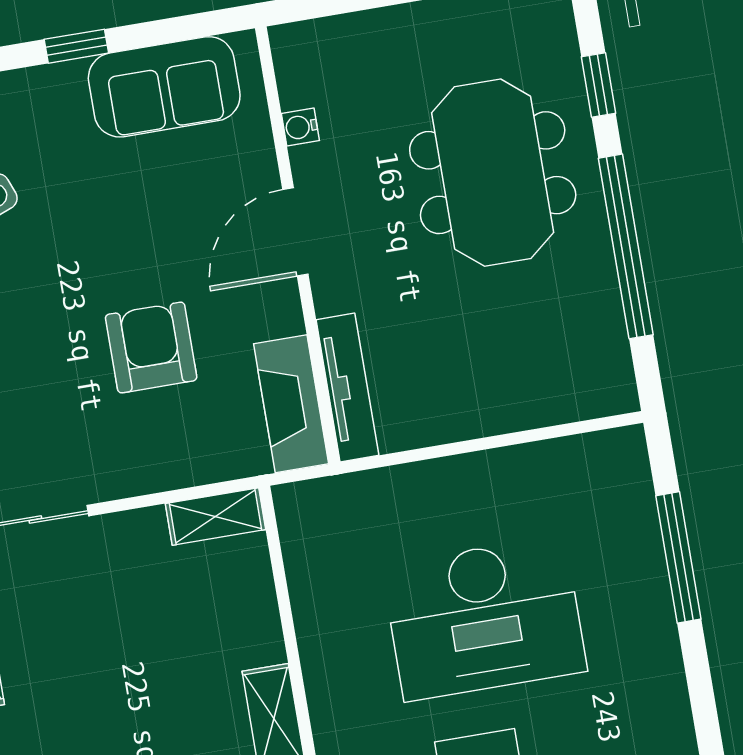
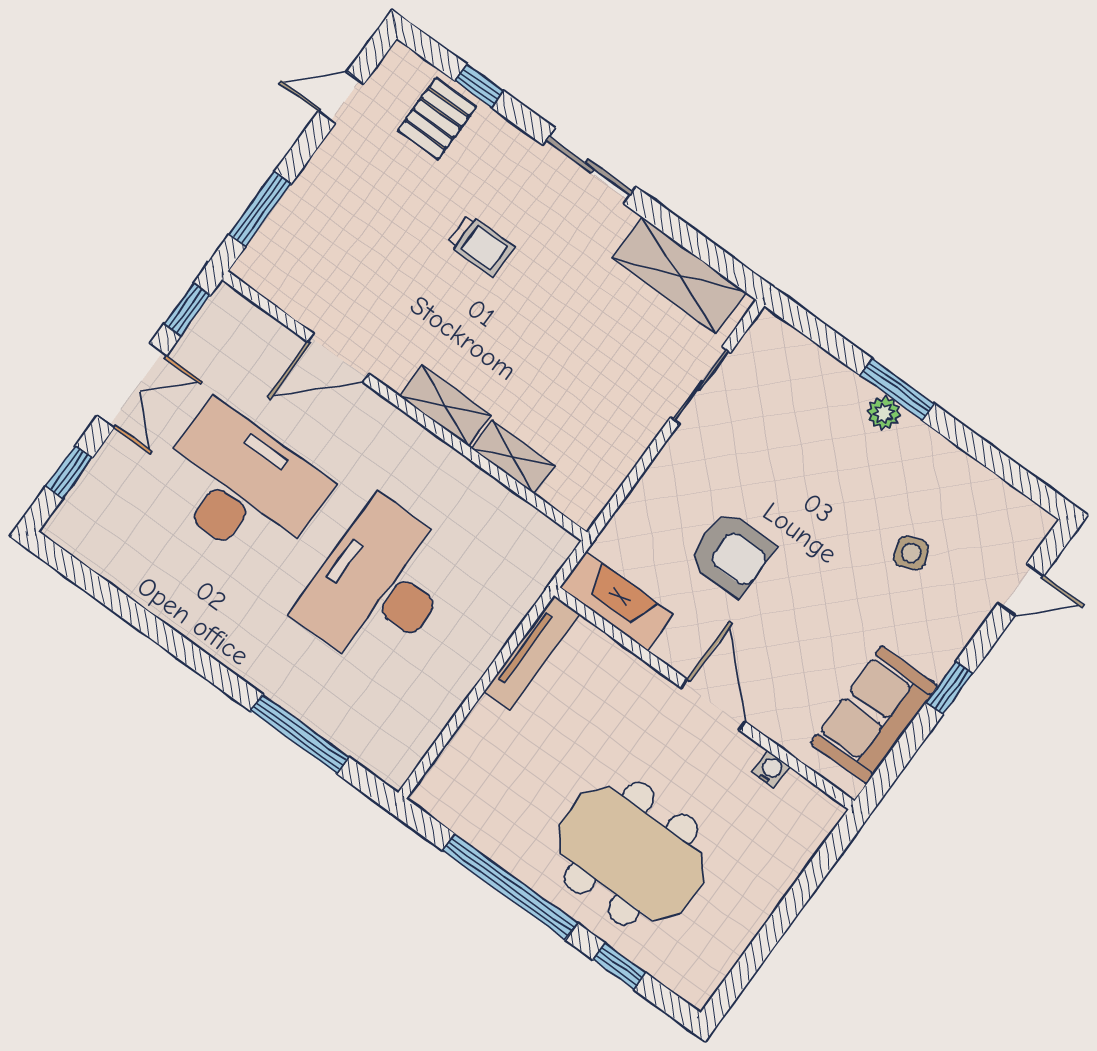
tv unit: (347, 387) -> (532, 653), moved, turned -90
shelving: (215, 517) -> (513, 457), moved, turned 90

